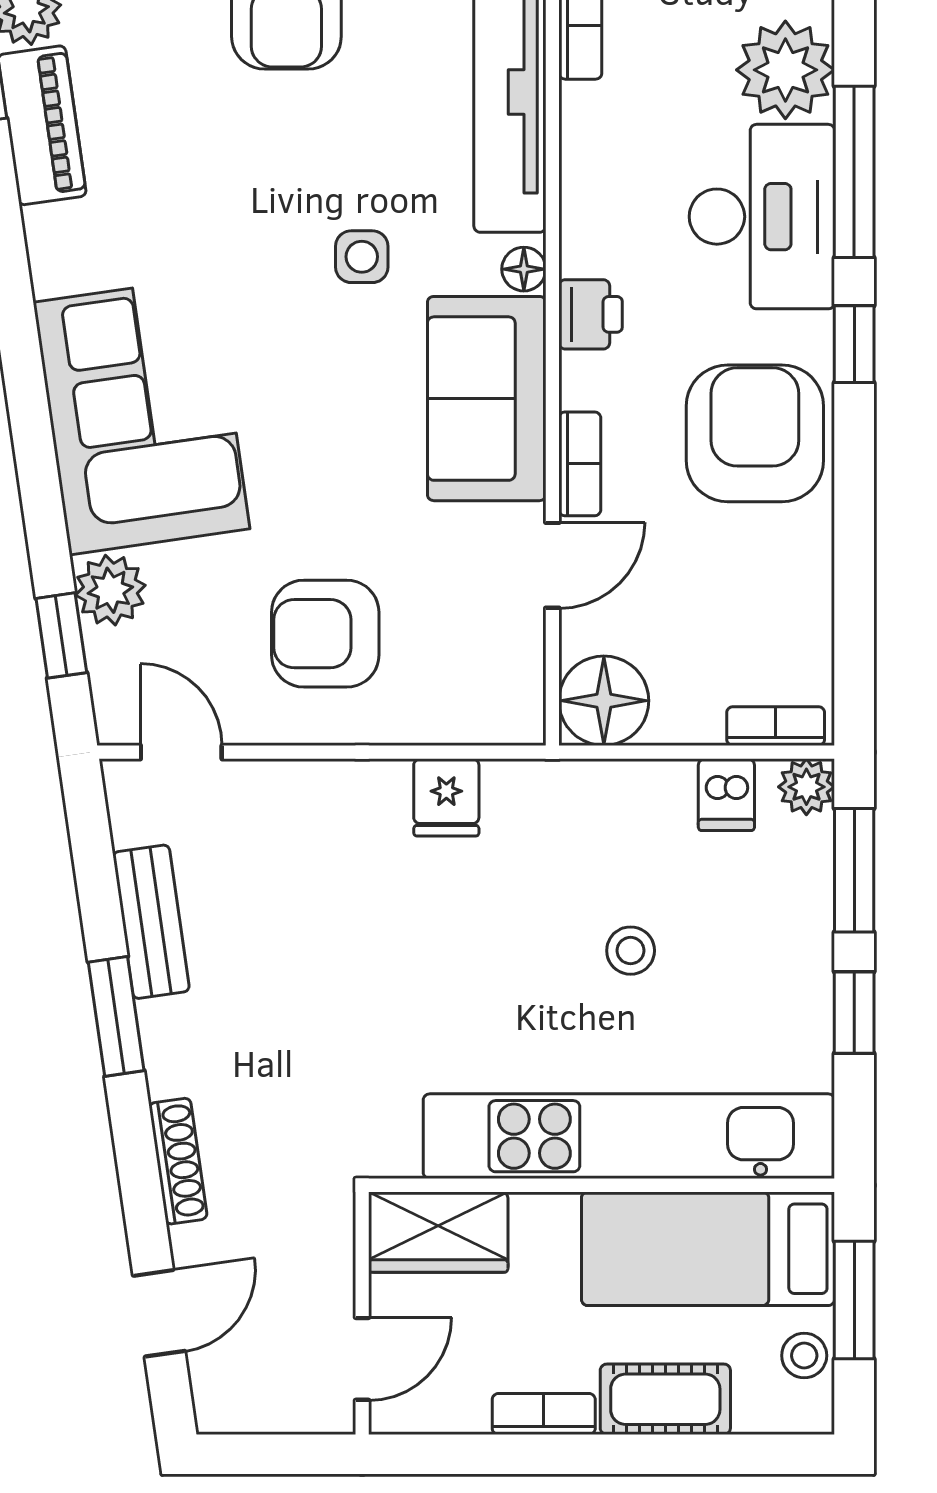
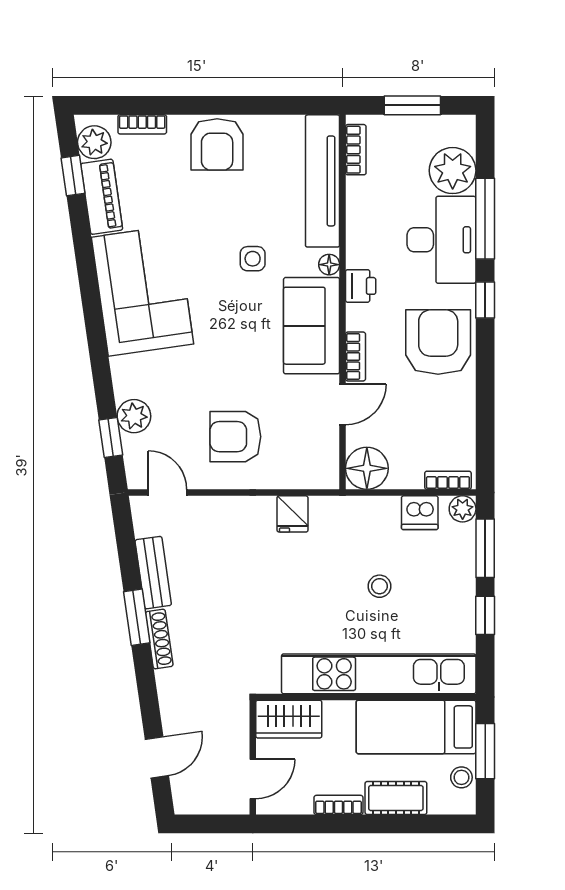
corner sofa: (141, 416) -> (142, 291), moved
dishwasher: (726, 795) -> (420, 513), width x1.38
shoe rack: (178, 1161) -> (159, 639), moved

